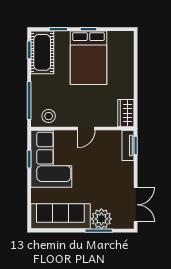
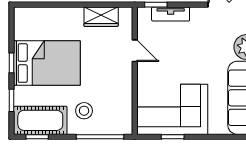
wardrobe: (126, 113) -> (101, 17), moved
stool: (49, 116) -> (84, 111), moved
door: (86, 128) -> (135, 51), moved
tv unit: (128, 145) -> (171, 14), moved

